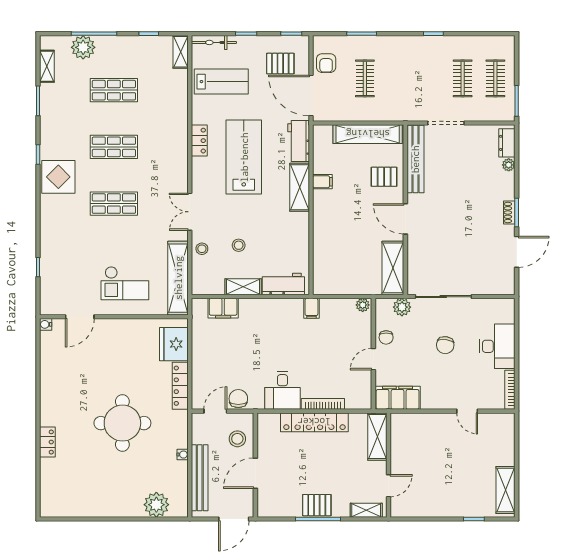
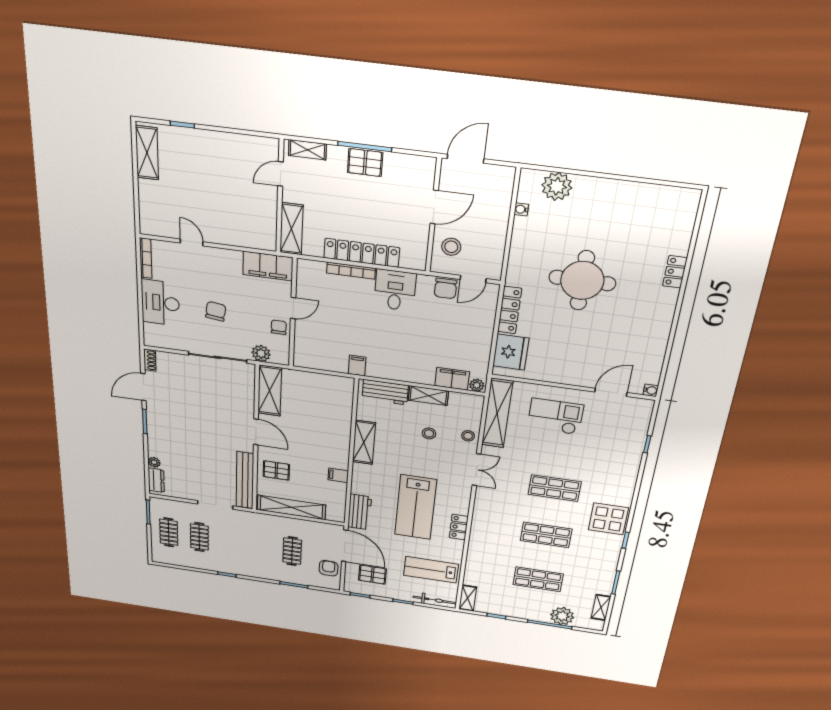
shelving: (300, 187) -> (364, 442), moved
shoe rack: (509, 213) -> (150, 360), moved
plant: (363, 305) -> (477, 385), moved
water cooler: (183, 455) -> (521, 209), moved
bench: (200, 478) -> (501, 210), removed

